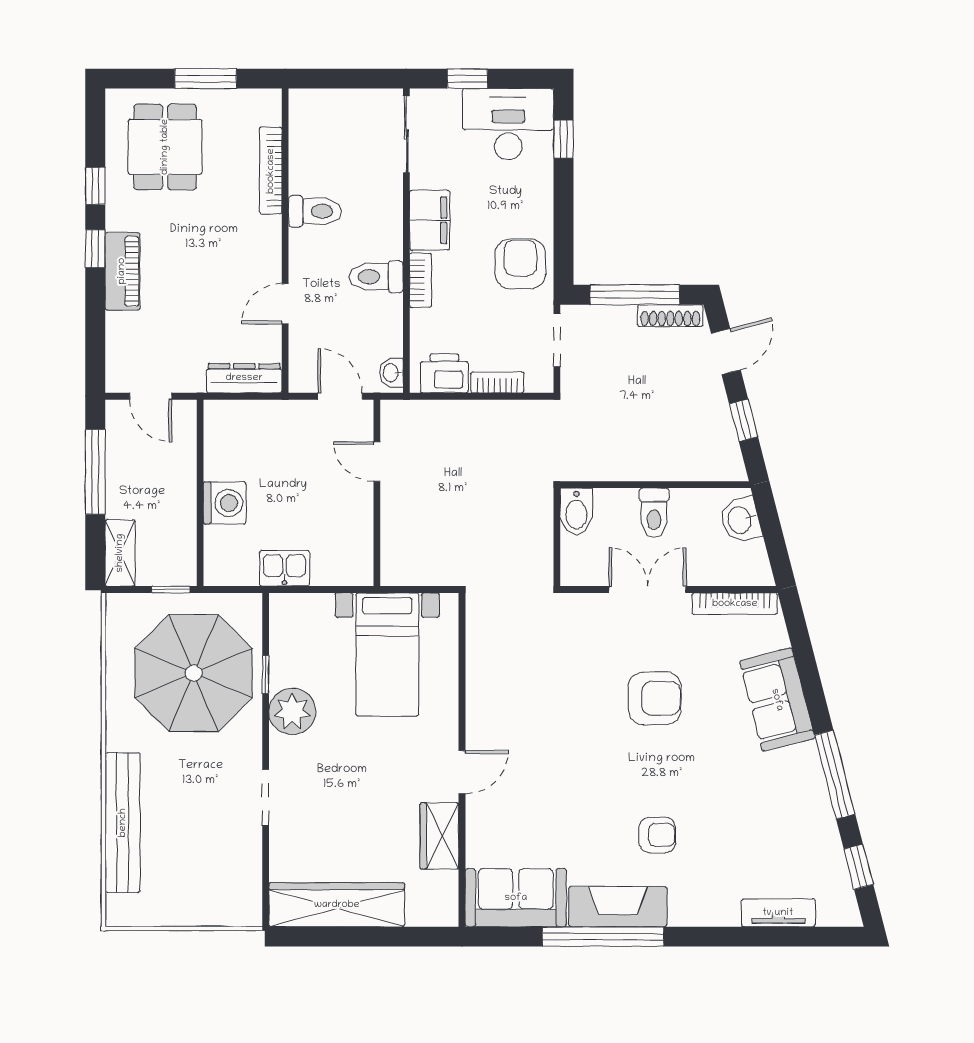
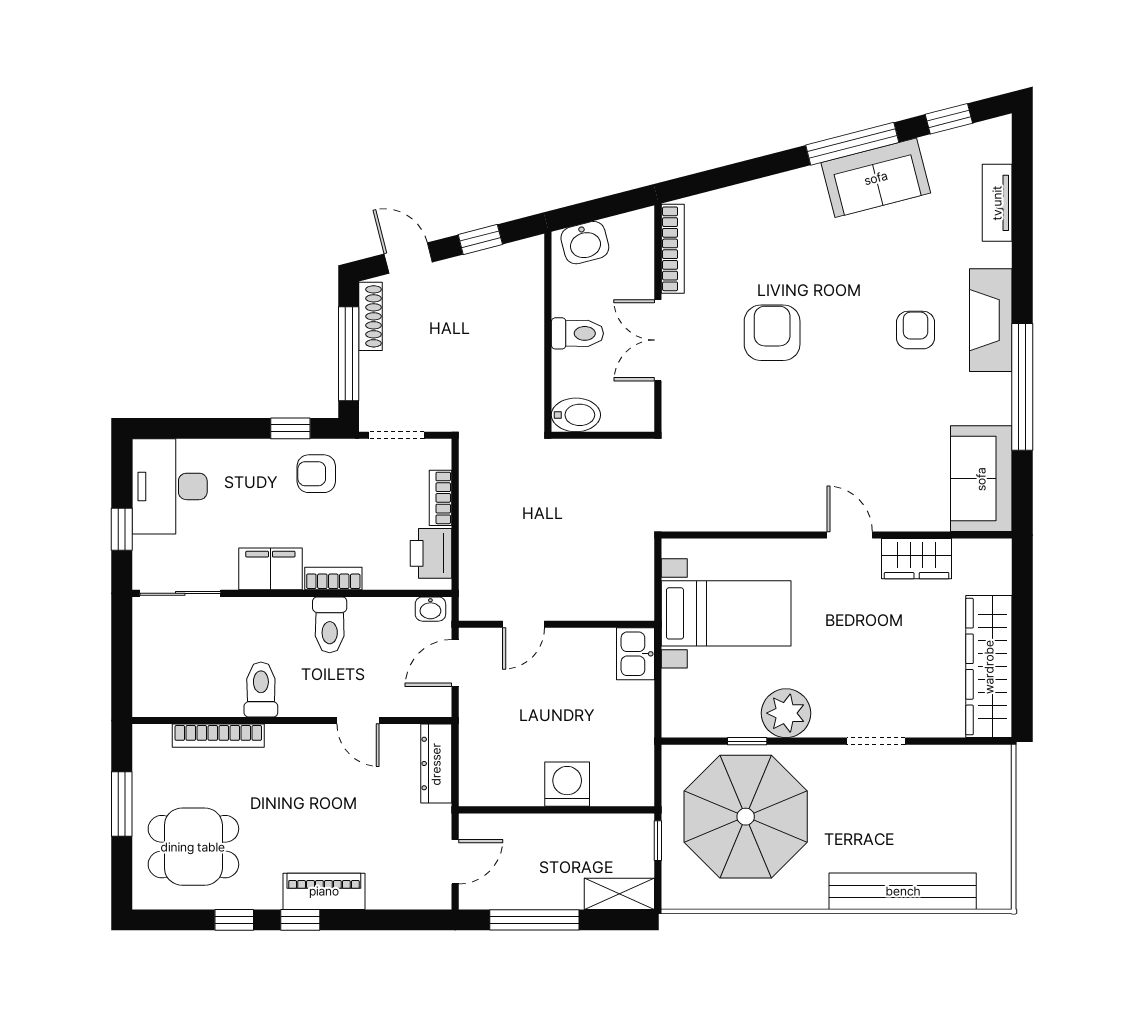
window: (564, 139) -> (290, 428), moved
armchair: (520, 264) -> (316, 474), width x0.72, depth x0.72
kitchen sink: (284, 568) -> (636, 654), moved
sofa: (777, 700) -> (876, 178), moved
fireplace: (618, 907) -> (991, 320), moved

